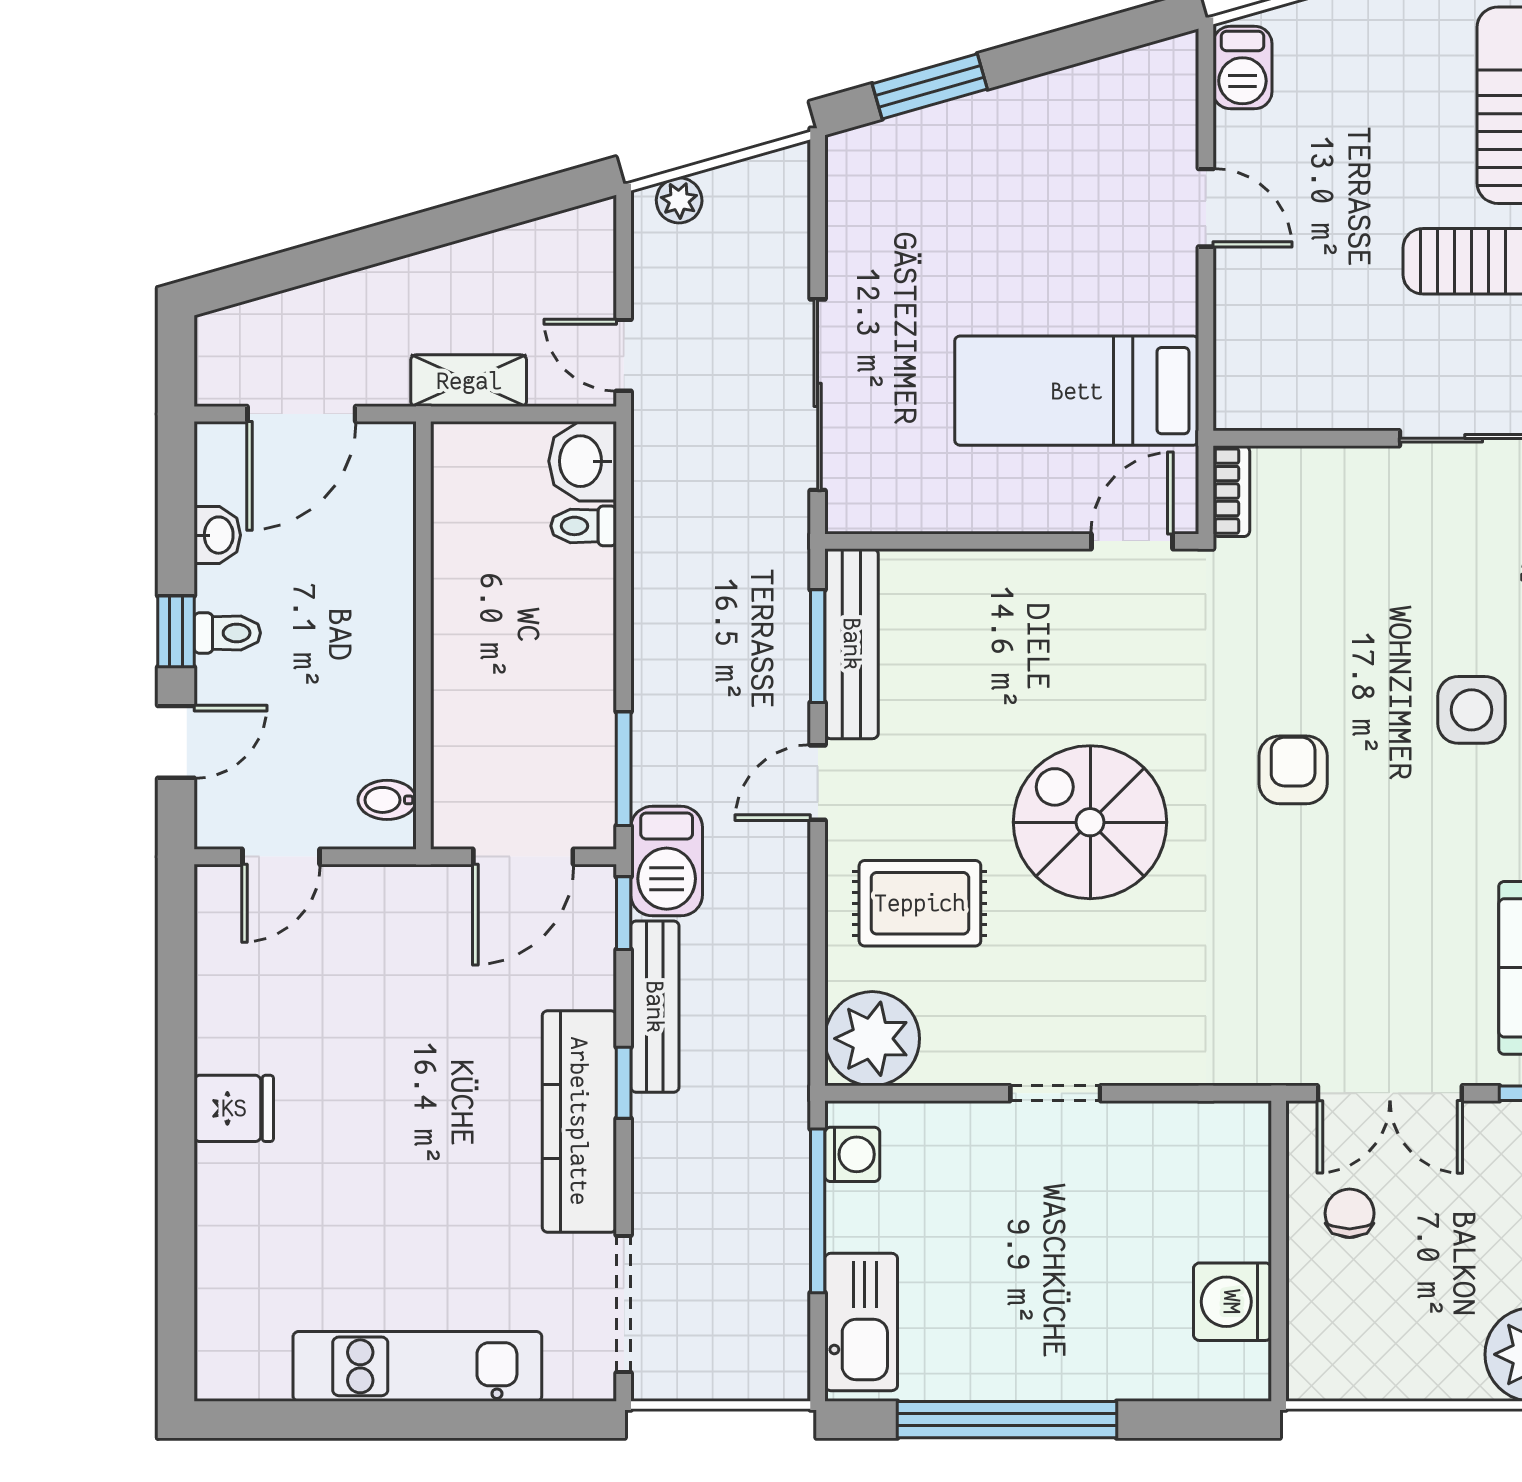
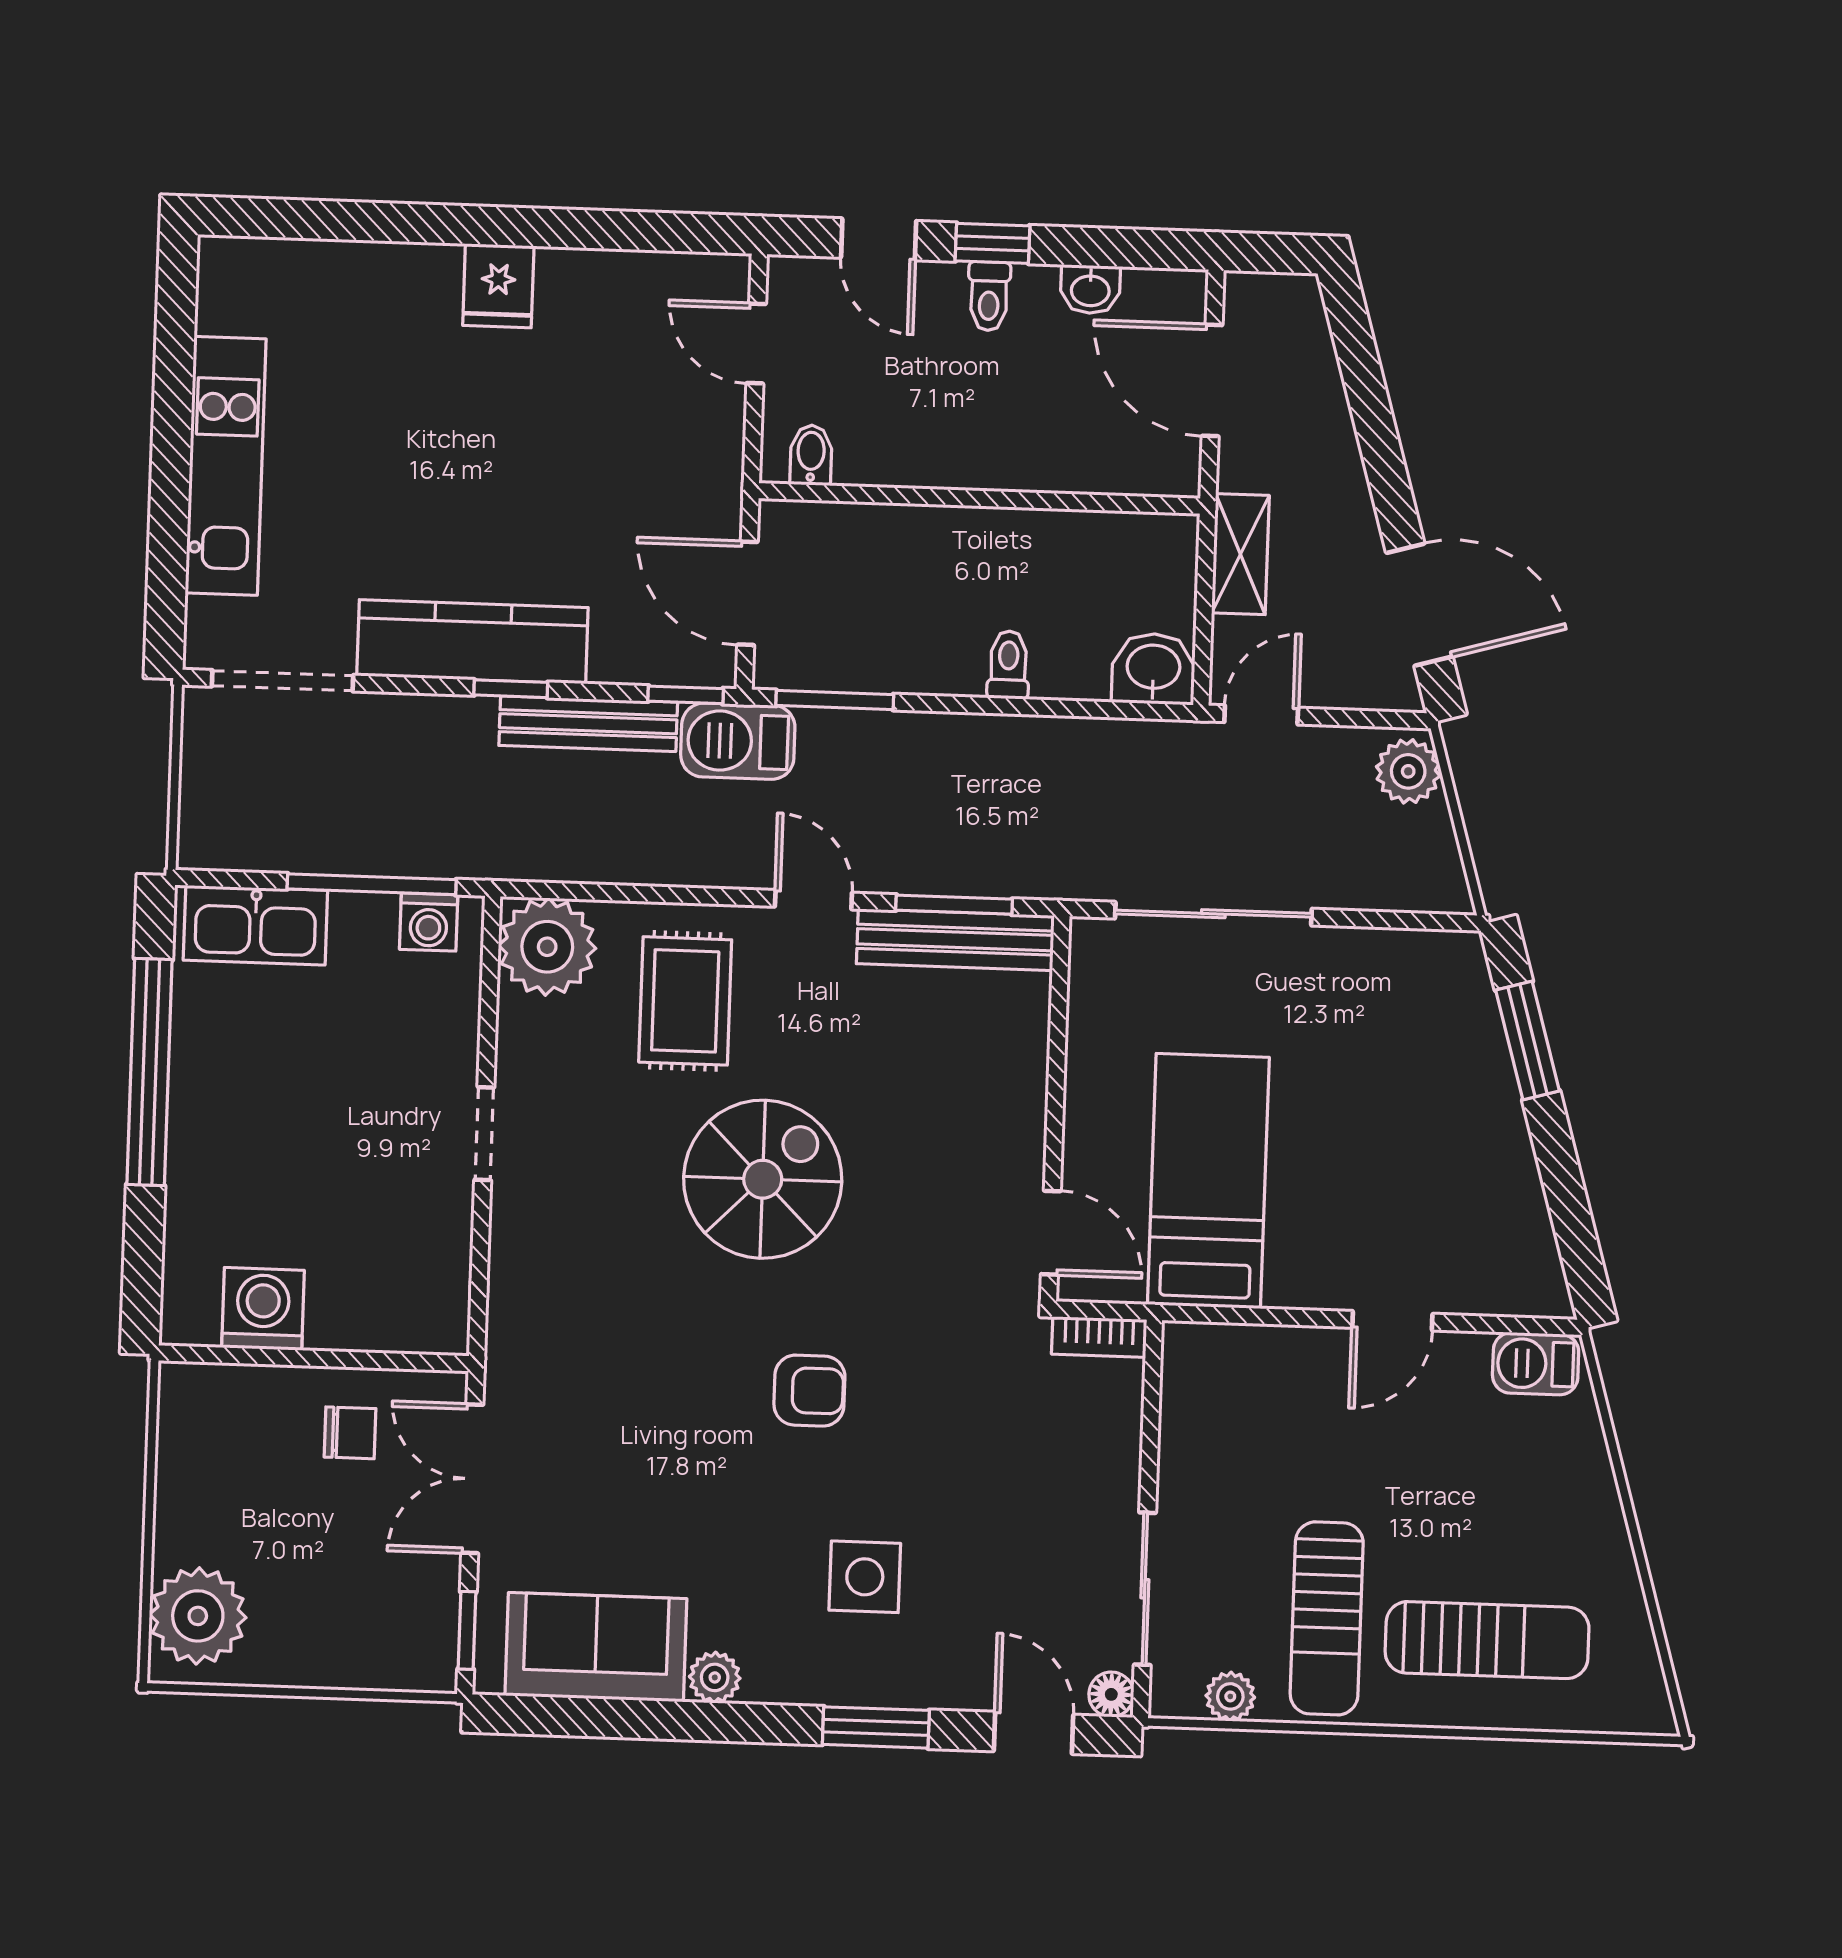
plant: (679, 200) -> (1408, 771), width x1.38, depth x1.38
door: (512, 206) -> (1419, 605), added
toilet: (584, 526) -> (1008, 665), moved

